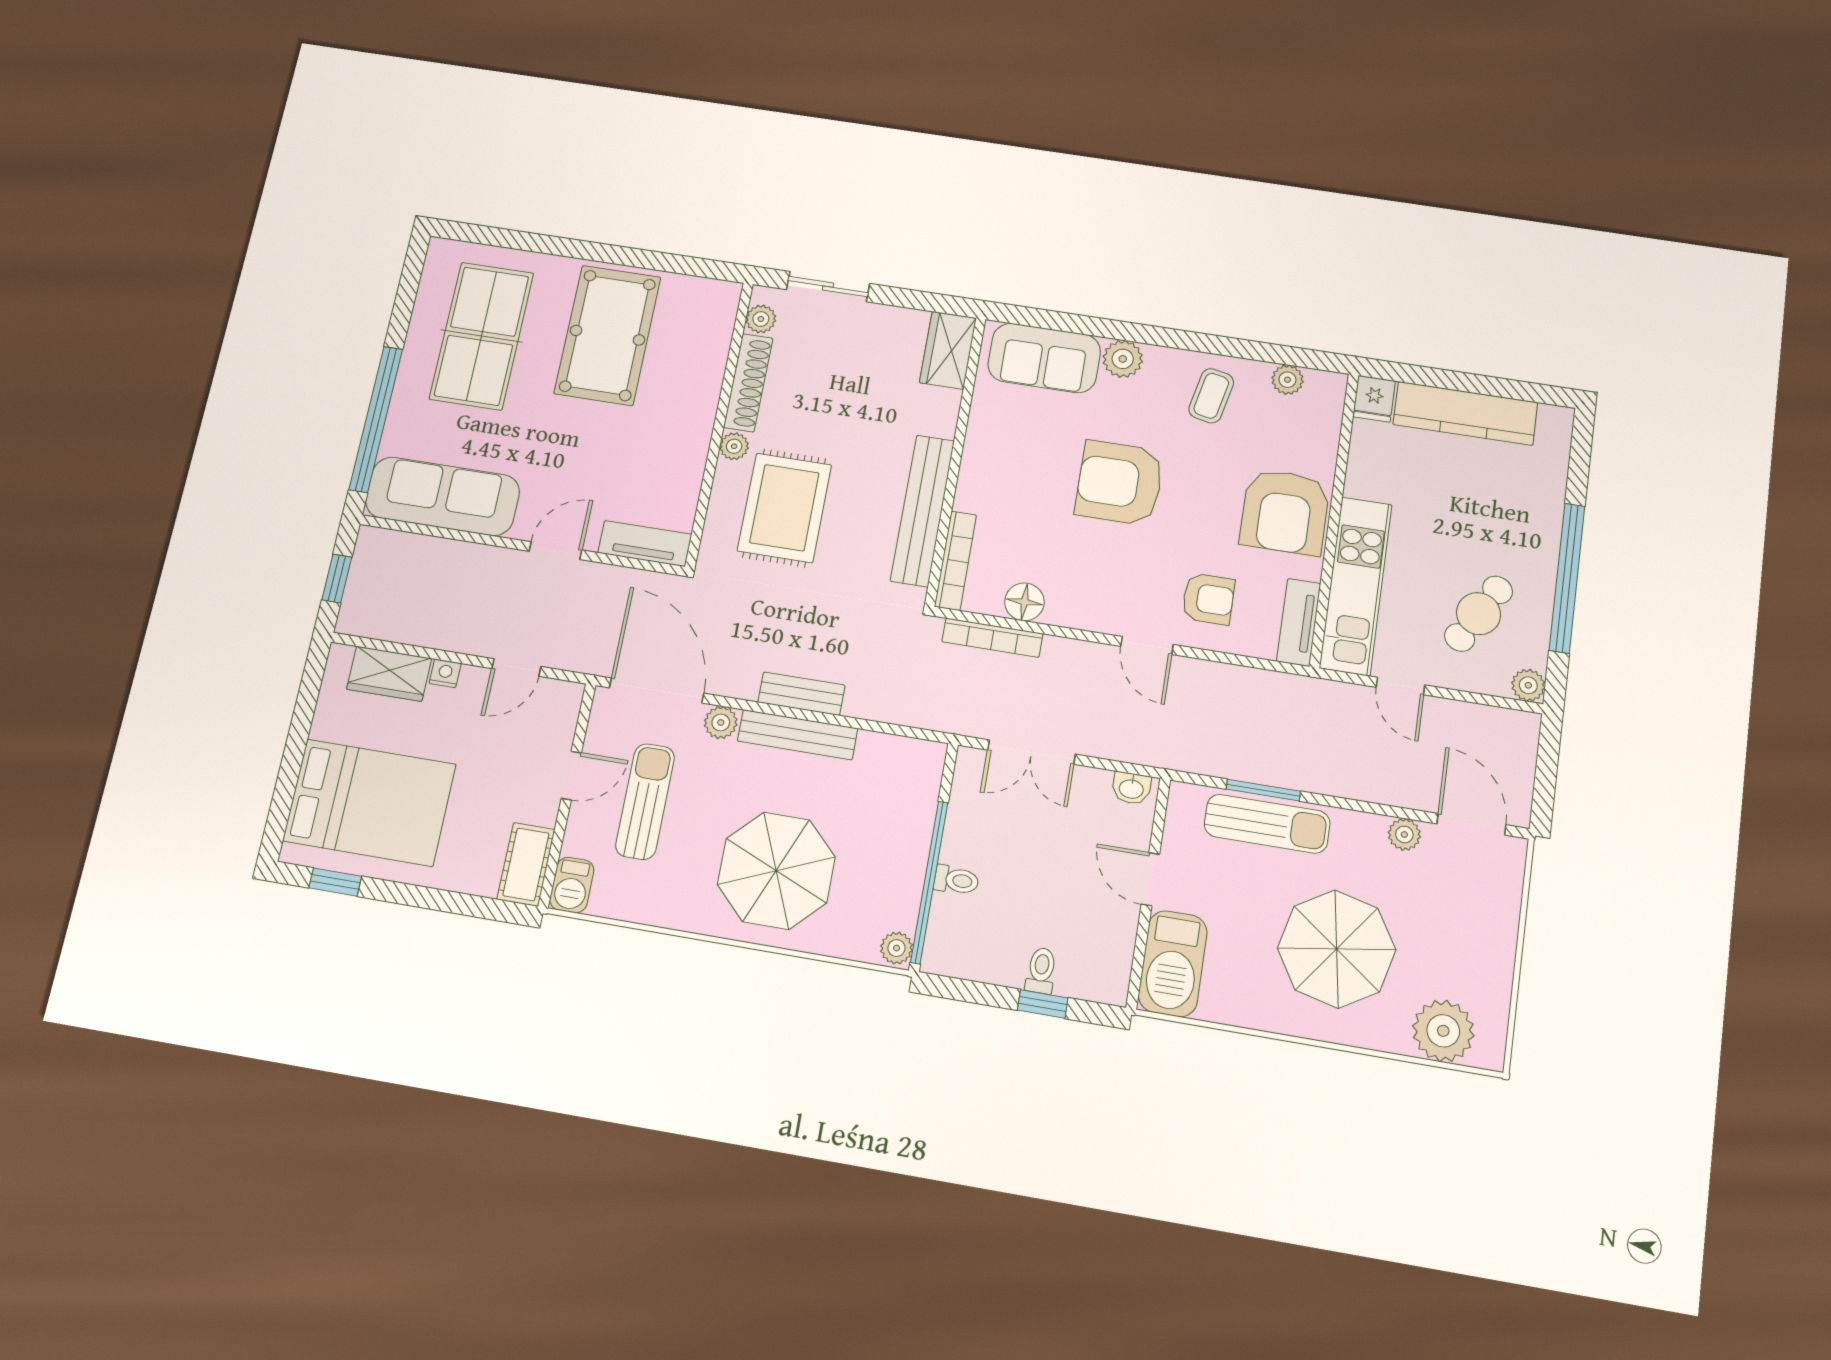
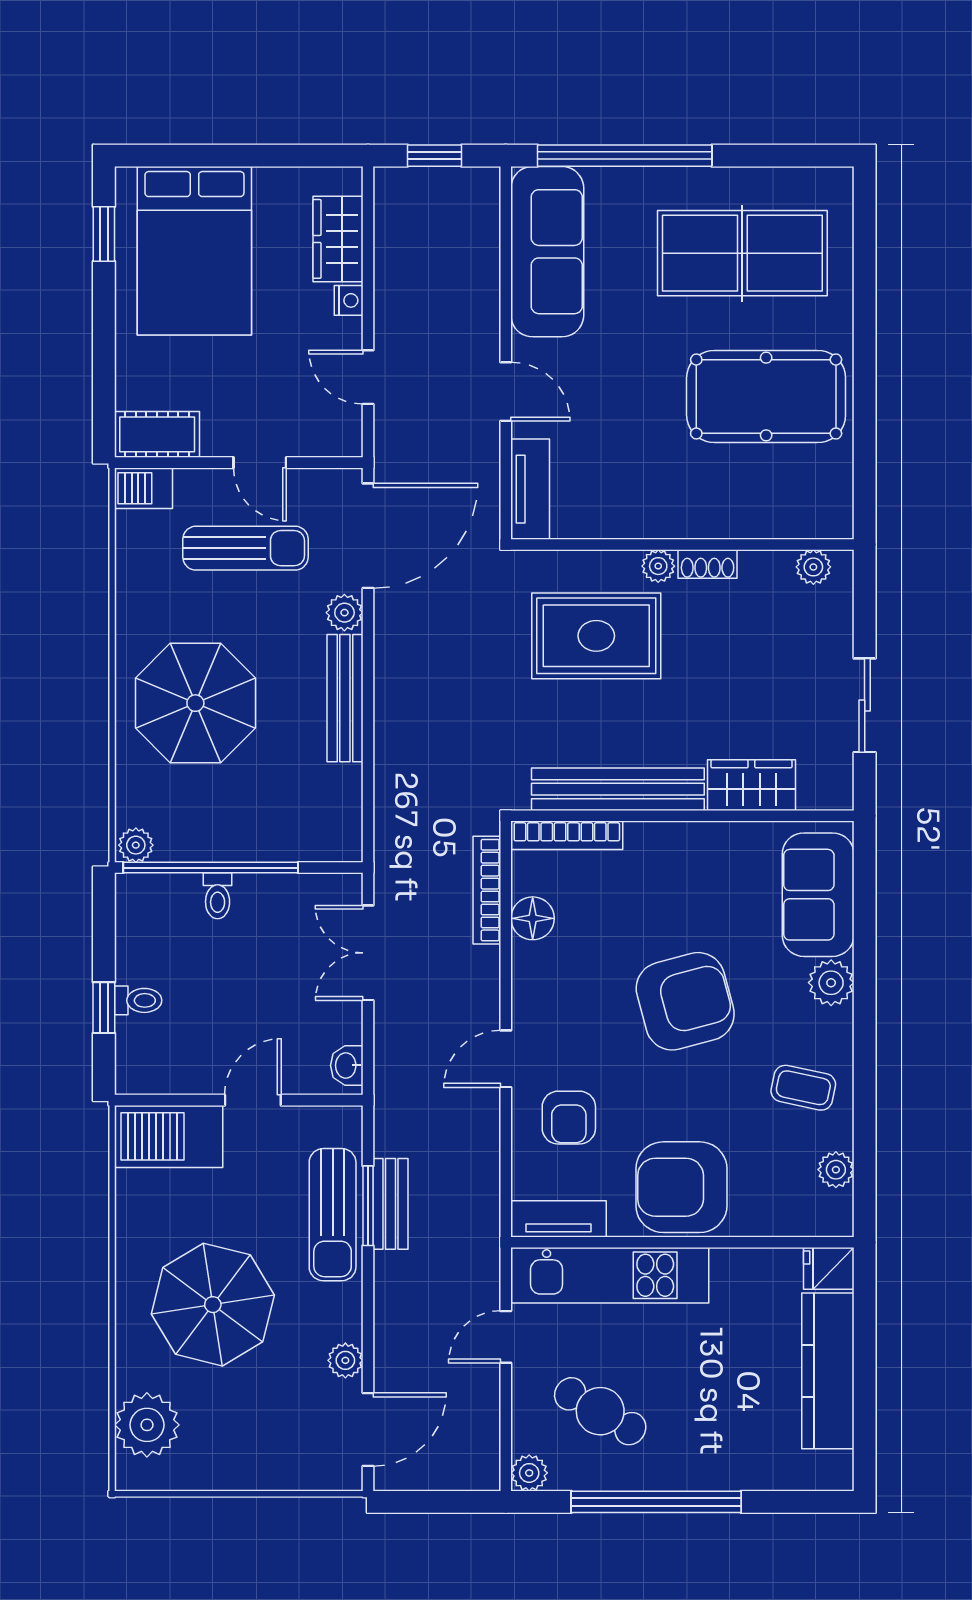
sliding door: (828, 287) -> (865, 705), moved
wardrobe: (948, 350) -> (751, 785), moved
shoe rack: (748, 383) -> (708, 564), width x0.51, depth x0.81
armchair: (1120, 483) -> (685, 1001), turned 75
bench: (801, 694) -> (391, 1204), moved

